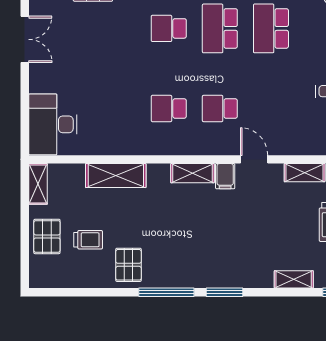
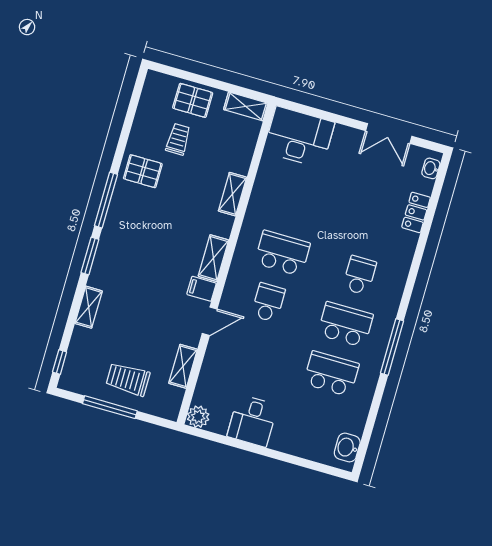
school desk: (169, 108) -> (282, 253), width x1.85
shelving: (116, 176) -> (232, 194), width x0.67, depth x0.75
trolley: (88, 240) -> (178, 139), turned 180
shelving: (294, 279) -> (89, 307), moved

